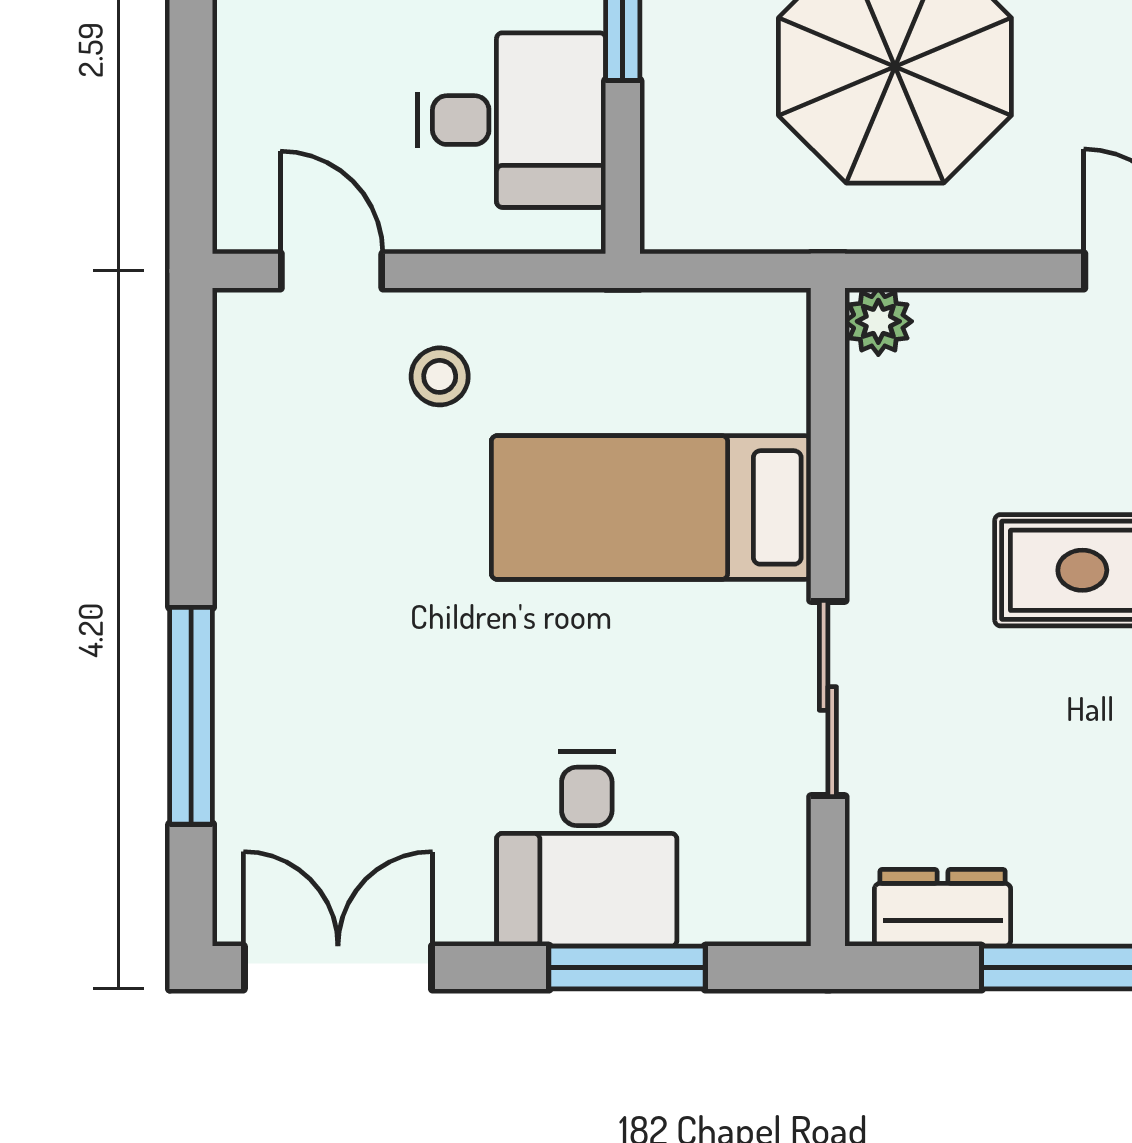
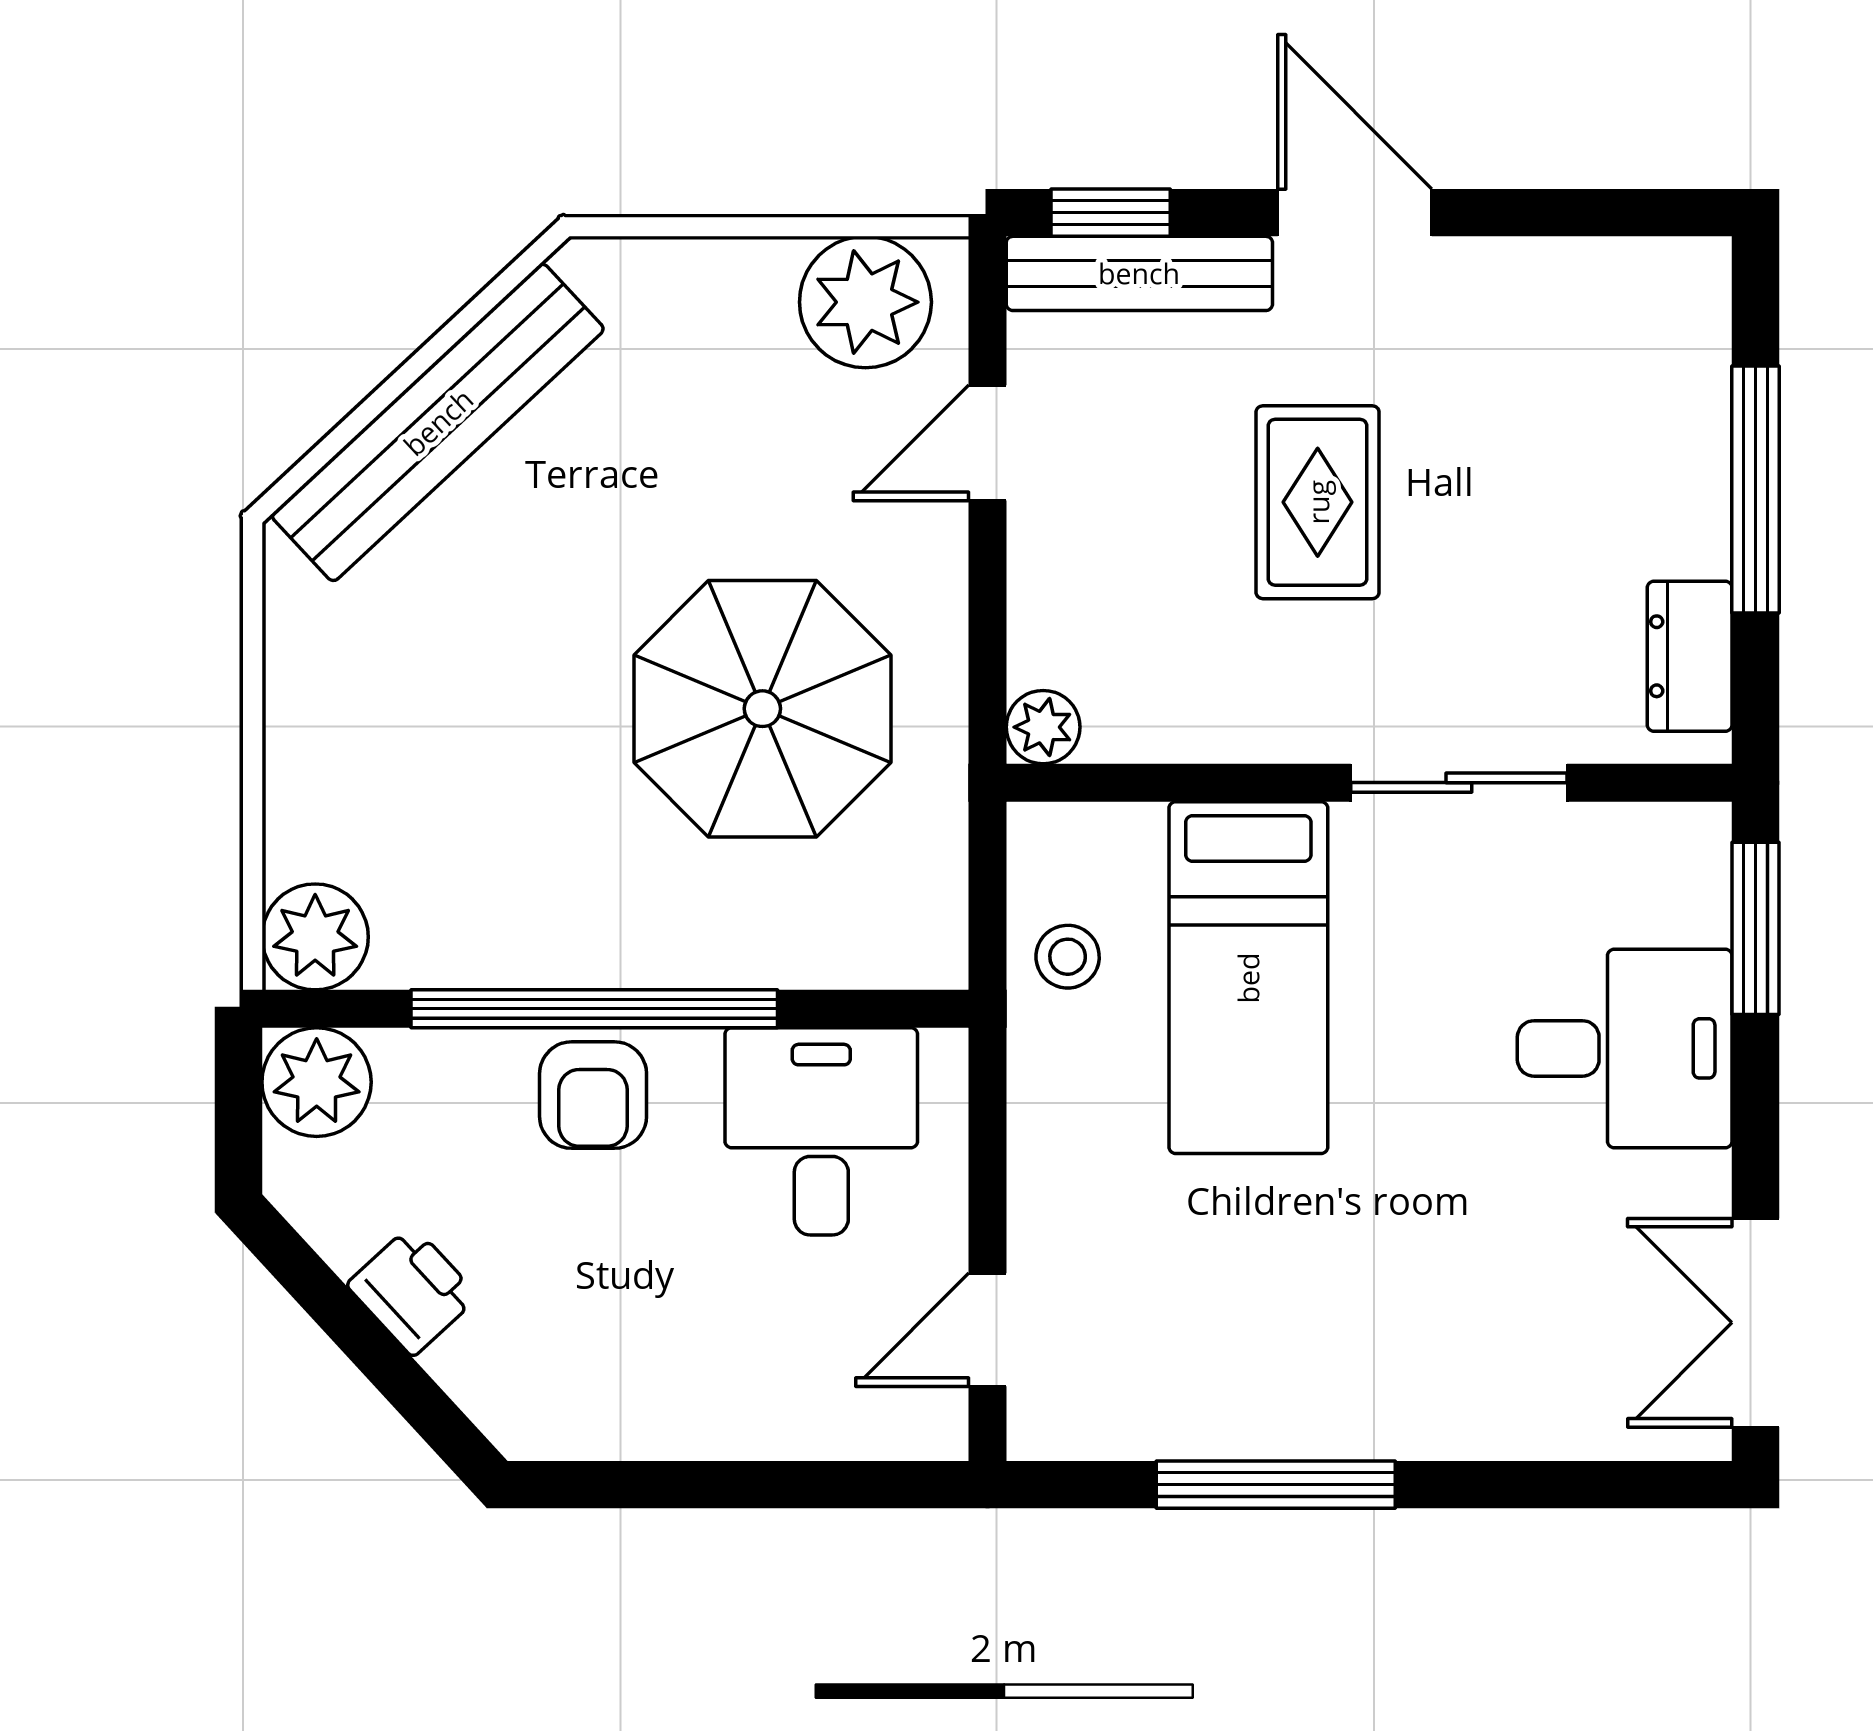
stool: (440, 376) -> (1068, 957), moved
window: (191, 716) -> (1276, 1485), moved
window: (627, 968) -> (1755, 928), moved

